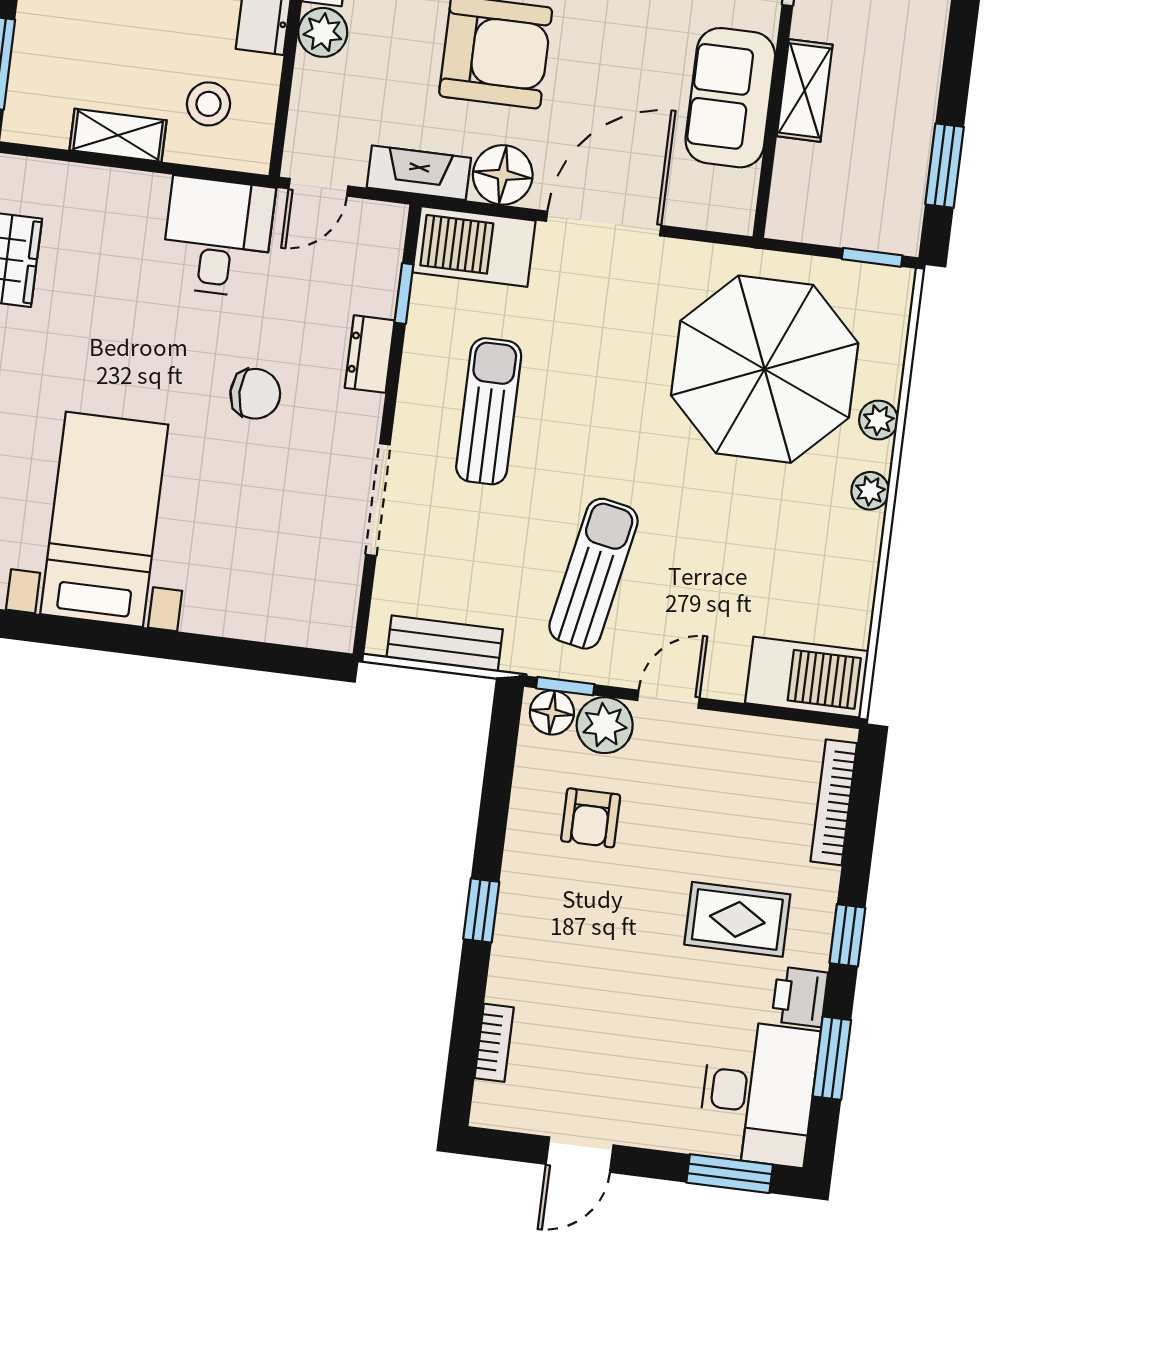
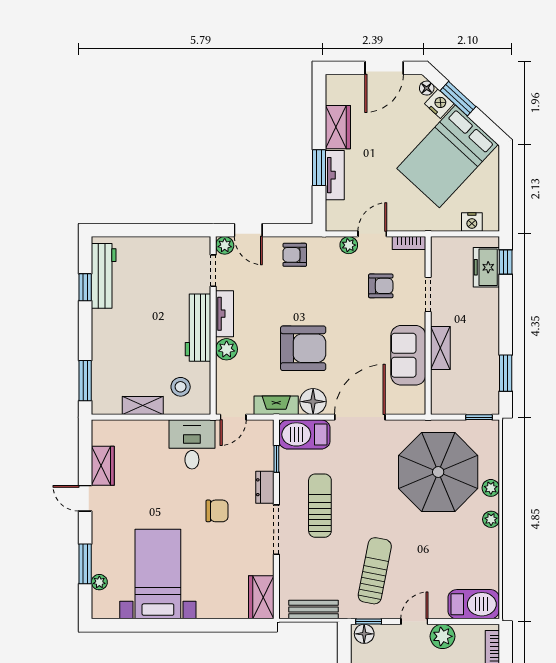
doorway: (378, 500) -> (276, 530), moved
wardrobe: (330, 601) -> (261, 597), added
plant: (605, 725) -> (443, 636), moved

